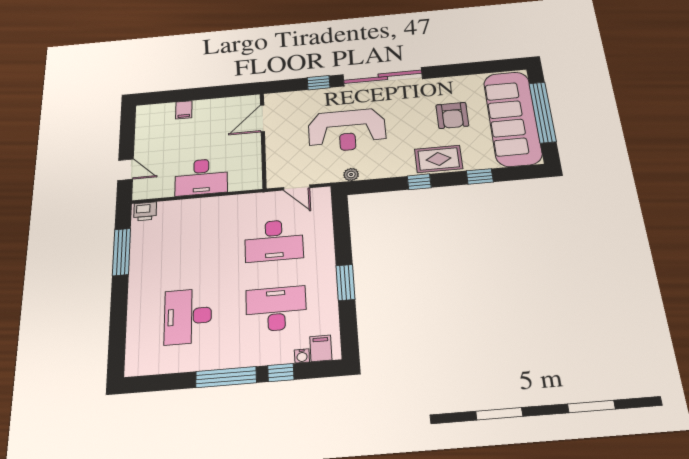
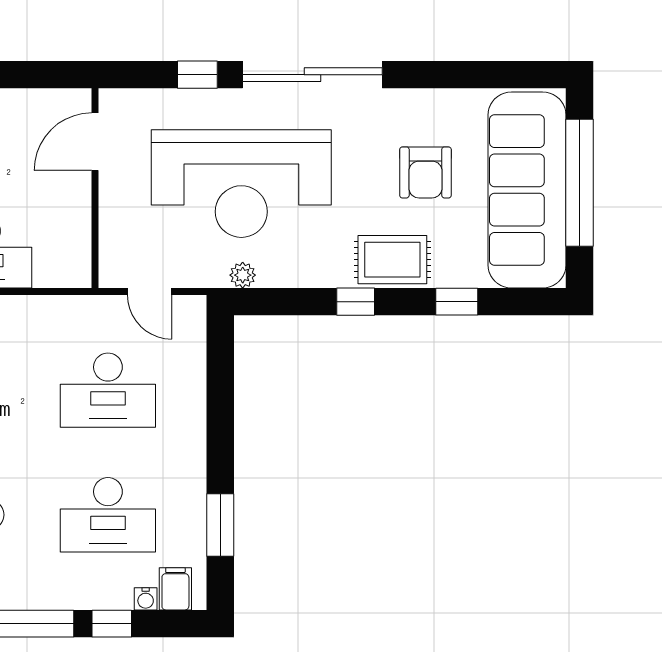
reception desk: (347, 130) -> (241, 184), width x1.36, depth x1.30
window: (345, 282) -> (220, 525), moved
desk: (276, 309) -> (108, 515), turned 180

